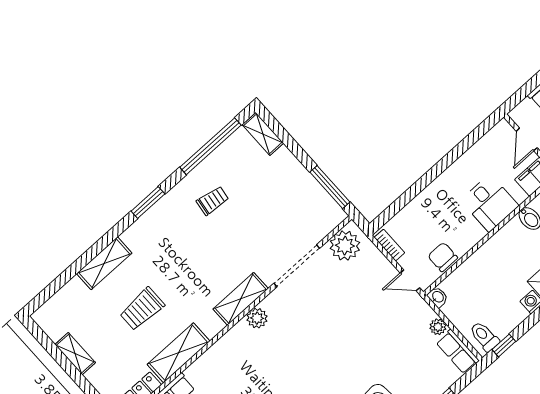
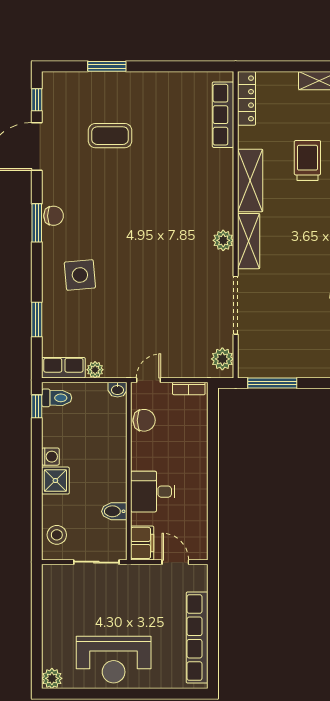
plant: (345, 246) -> (222, 359), width x0.73, depth x0.73
shelving: (179, 353) -> (250, 180), moved

